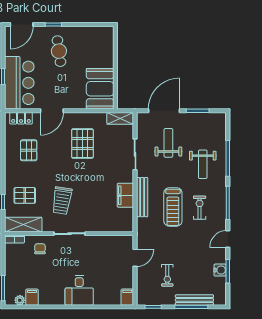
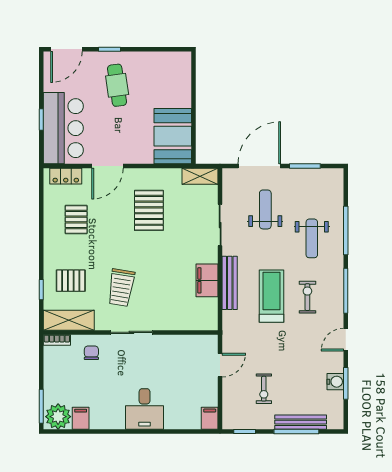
treadmill: (173, 207) -> (271, 296), turned 180
plant: (20, 300) -> (58, 417), width x1.87, depth x1.87

